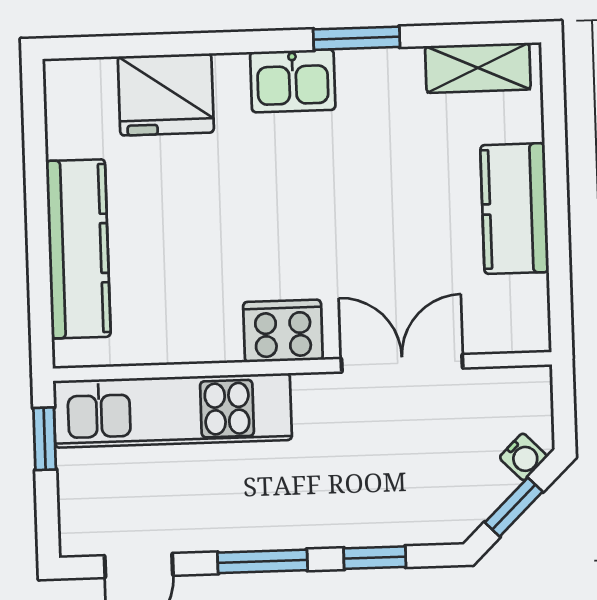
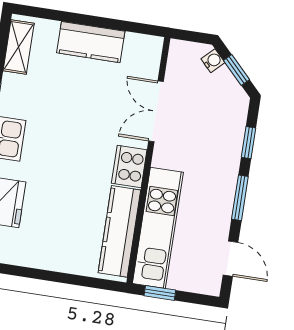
kitchen counter: (78, 249) -> (119, 231), moved, turned -90

